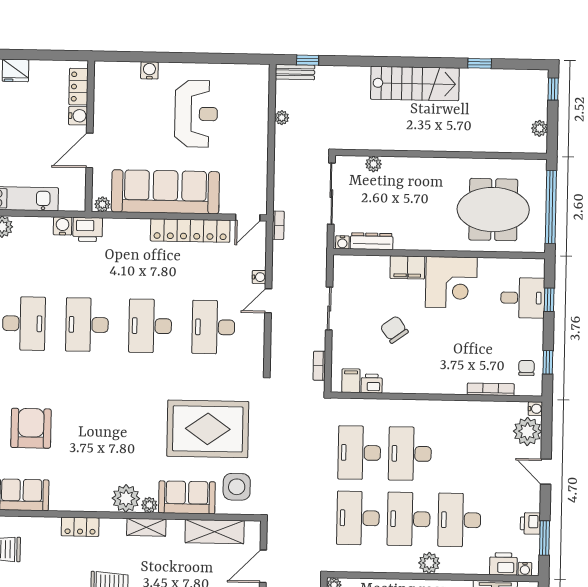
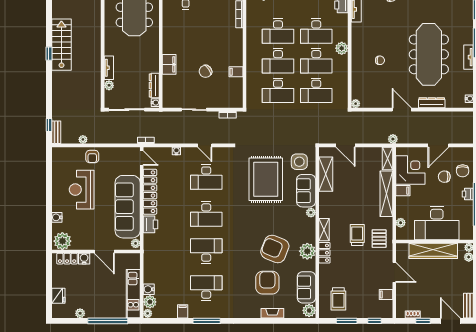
window: (480, 63) -> (49, 54), moved
plant: (109, 79) -> (62, 241), added
stairs: (415, 84) -> (61, 45), moved
reception desk: (196, 114) -> (82, 190), turned -90
armchair: (252, 133) -> (92, 157), added
tv unit: (403, 164) -> (109, 68), added
water cooler: (63, 226) -> (149, 289), moved
printer: (88, 229) -> (150, 224), moved
corner desk: (451, 282) -> (177, 39), removed
door: (268, 301) -> (205, 145), moved
desk: (87, 325) -> (206, 251), turned 180
filing cabinet: (351, 381) -> (236, 72), moved
printer: (372, 383) -> (237, 84), removed
armchair: (31, 428) -> (267, 283), turned 90
armchair: (88, 442) -> (275, 249), added
desk: (461, 455) -> (278, 31), added
plant: (126, 498) -> (307, 251), moved
shelving: (146, 527) -> (324, 230), moved

